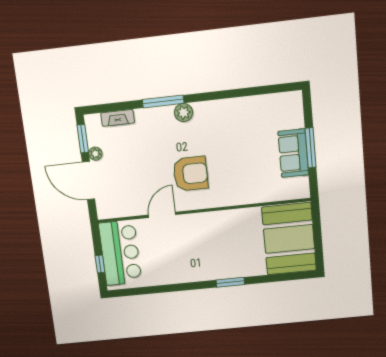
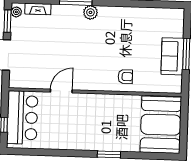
plant: (95, 154) -> (16, 12), moved
armchair: (190, 174) -> (125, 77), moved, width x0.53, depth x0.53

